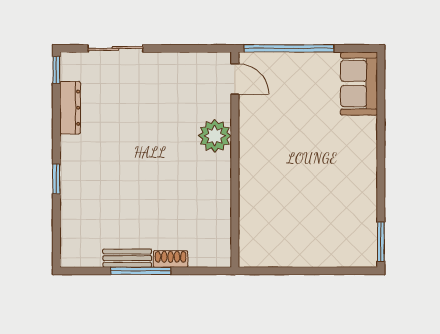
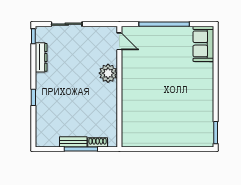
door: (235, 79) -> (119, 41), moved
plant: (215, 136) -> (108, 73), moved
wall: (235, 160) -> (119, 87), moved

